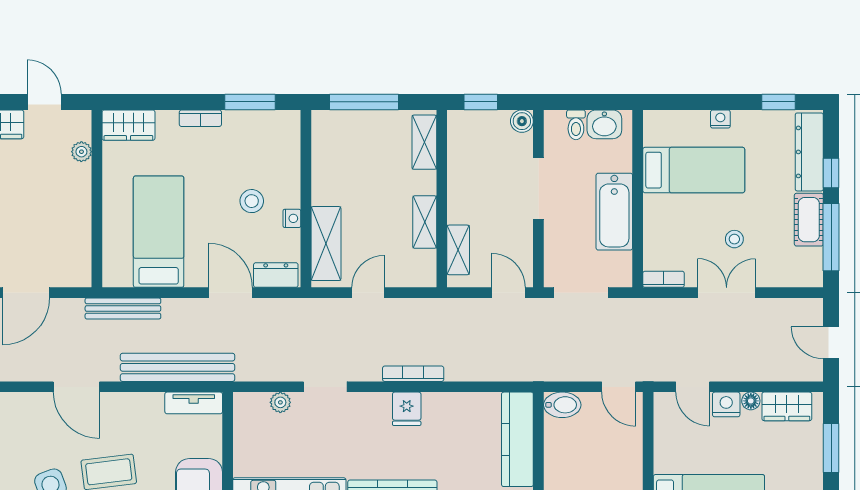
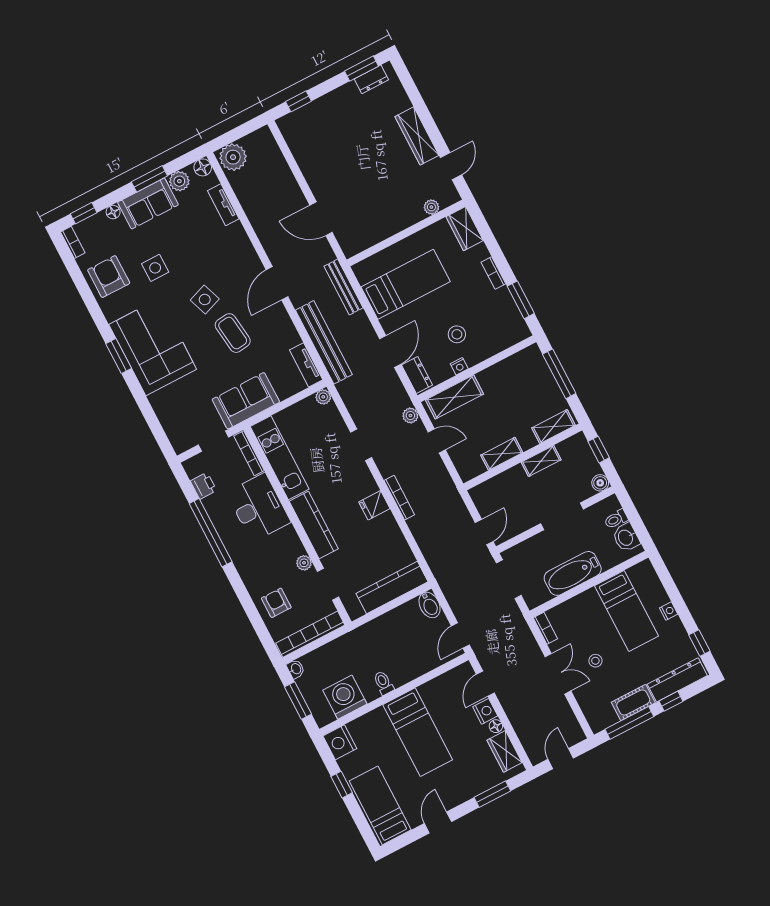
shelving: (458, 250) -> (541, 461), moved
plant: (321, 309) -> (410, 415), added
plant: (280, 402) -> (323, 397), moved

